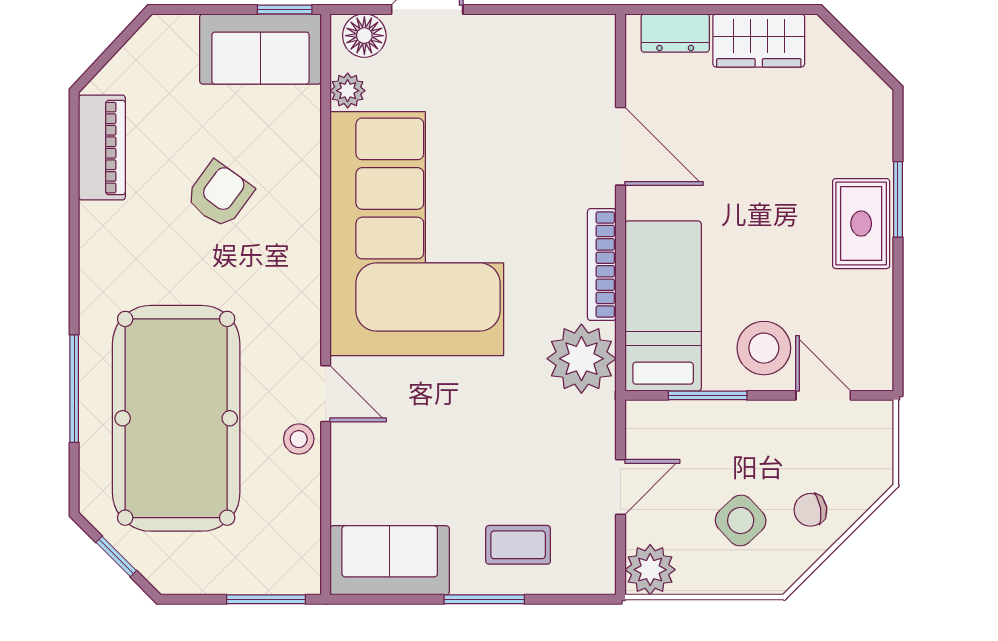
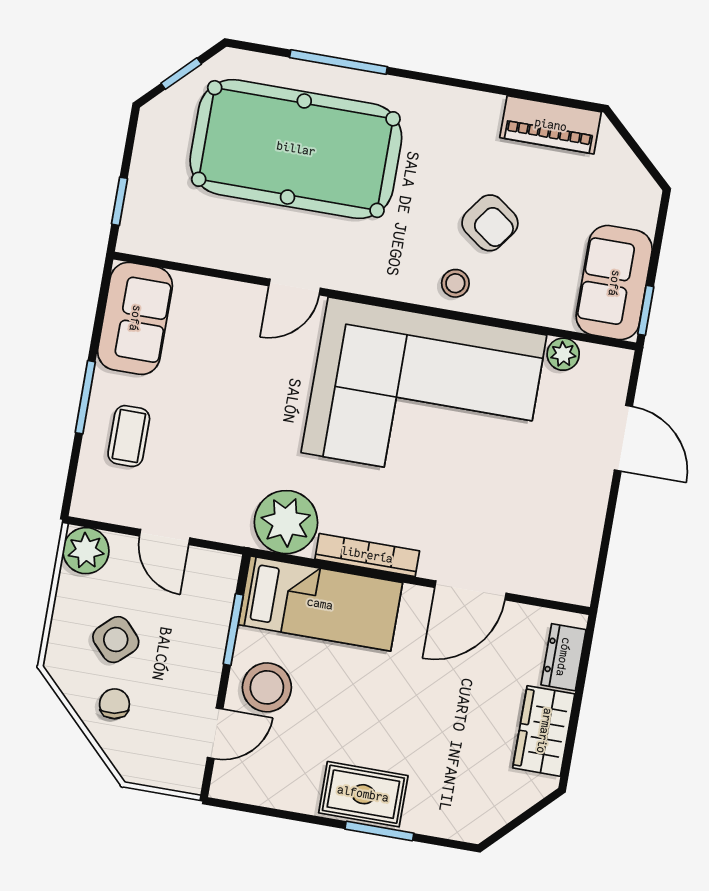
floor lamp: (364, 36) -> (610, 378), removed
stool: (299, 439) -> (455, 283), moved
window: (266, 599) -> (120, 201), width x0.67

